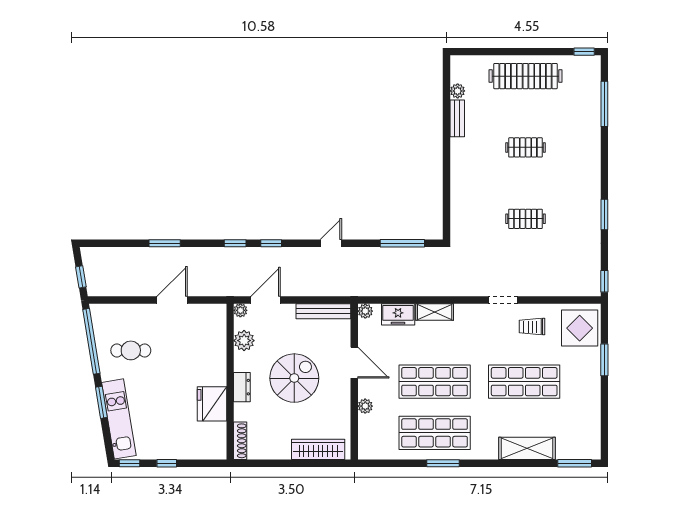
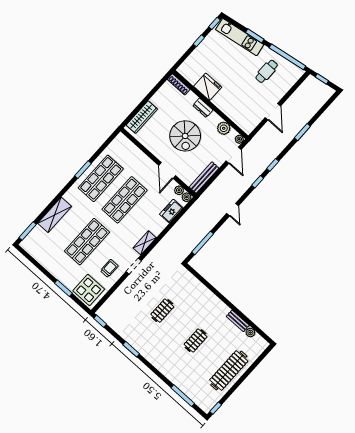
shelving: (435, 312) -> (145, 243), moved
door: (354, 363) -> (167, 170), hinge flipped
plant: (365, 406) -> (179, 190), moved

